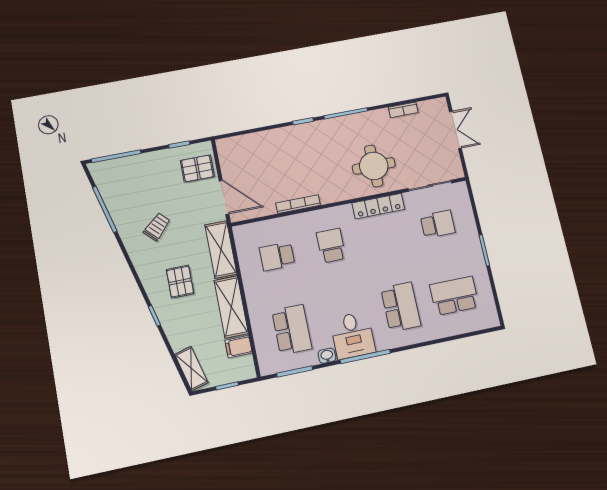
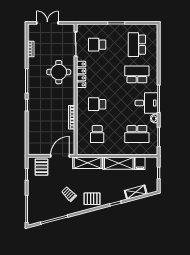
school desk: (438, 224) -> (97, 45), turned -90
pallet: (180, 282) -> (92, 199), moved
school desk: (292, 330) -> (137, 134), turned 180
shelving: (191, 368) -> (136, 192), moved

